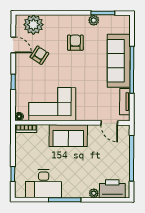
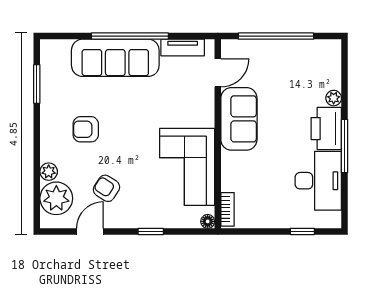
plant: (94, 20) -> (49, 172), moved
sofa: (68, 136) -> (239, 119), moved
printer: (112, 189) -> (326, 129), moved

